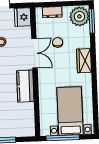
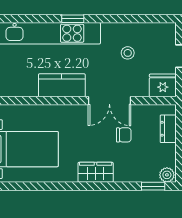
plant: (79, 16) -> (167, 175), width x0.53, depth x0.53
window: (92, 21) -> (153, 186), width x0.67

